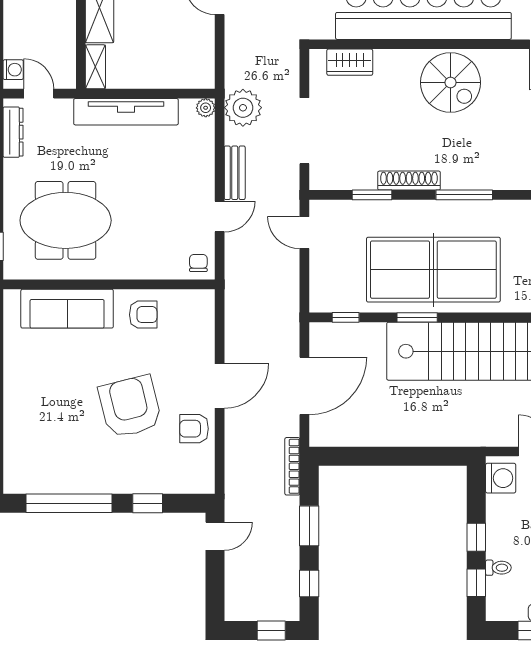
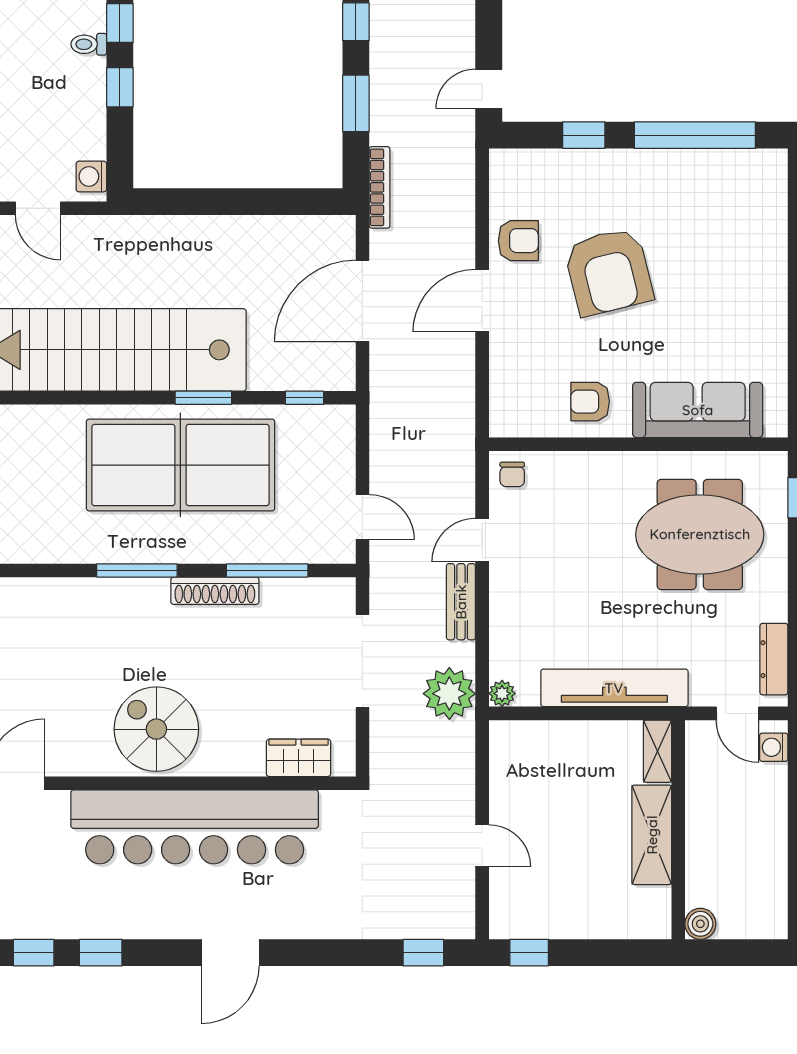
window: (372, 195) -> (267, 570), width x1.44
washing machine: (501, 478) -> (91, 176), width x0.73, depth x0.73

